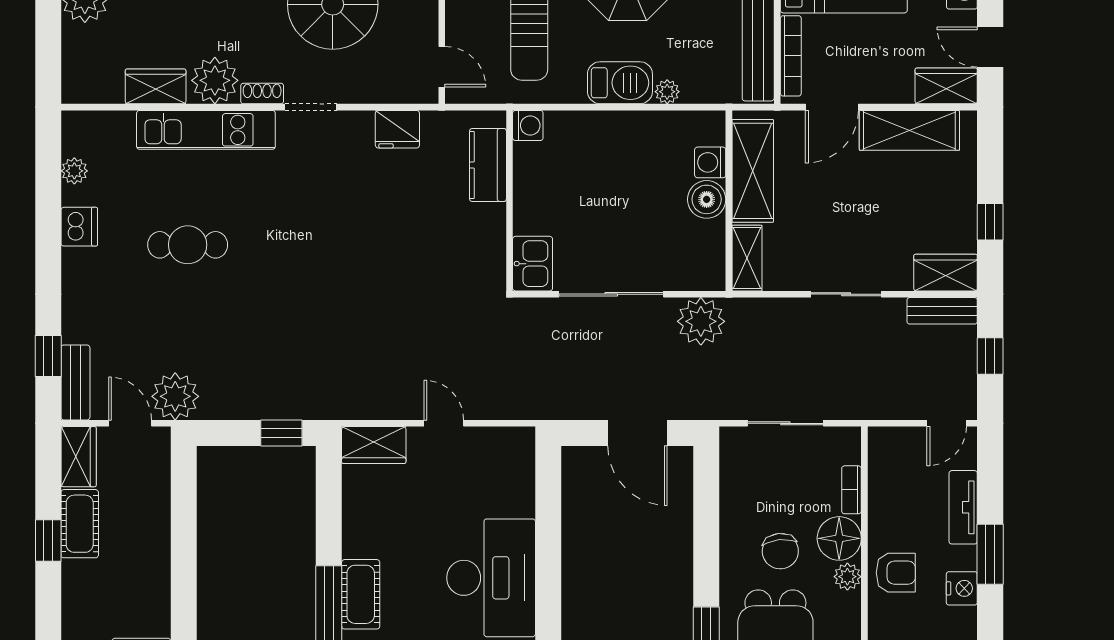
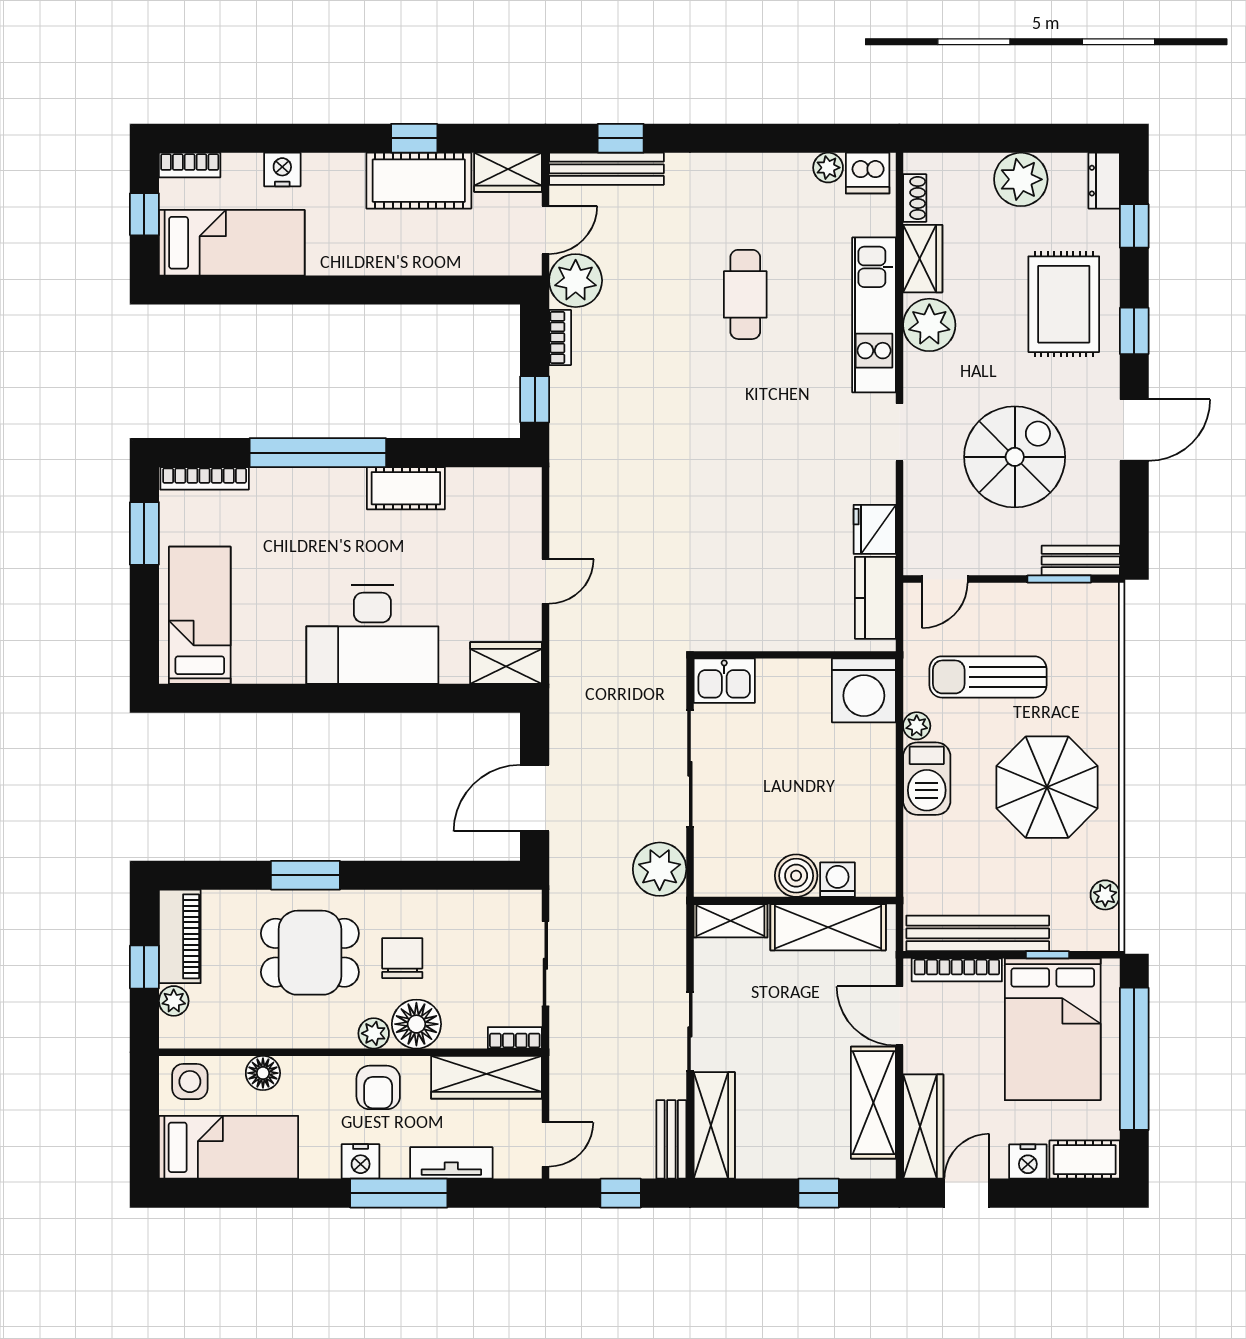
wardrobe: (946, 86) -> (923, 1127), width x1.50
plant: (667, 92) -> (917, 726), moved
shoe rack: (262, 94) -> (915, 198), moved
washing machine: (528, 125) -> (864, 690), width x1.89, depth x1.89
kitchen counter: (488, 165) -> (875, 598), moved, turned -90
window: (990, 222) -> (819, 1193), moved
dishwasher: (79, 227) -> (868, 173), moved
wardrobe: (946, 273) -> (714, 1125), width x1.50
bench: (75, 382) -> (606, 169), width x1.36
bookcase: (226, 410) -> (560, 338), added
door: (947, 423) -> (545, 1144), swing flipped
wardrobe: (374, 445) -> (506, 663), moved, turned 90
wardrobe: (887, 476) -> (486, 1077), added
bookcase: (851, 490) -> (515, 1038), moved
cot: (80, 524) -> (419, 181), width x1.37, depth x1.34
chair: (780, 551) -> (402, 958), turned 96
window: (990, 554) -> (399, 1193), width x1.44
cot: (361, 594) -> (406, 488), moved

